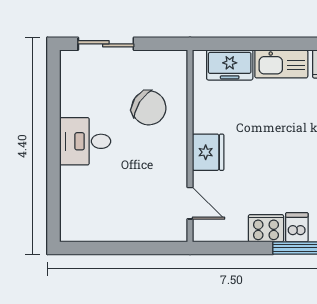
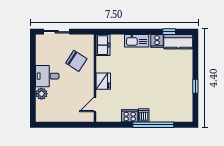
freezer: (230, 65) -> (103, 45), moved, turned -90
plant: (72, 180) -> (41, 94), added
door: (190, 203) -> (95, 104), swing flipped

